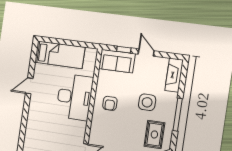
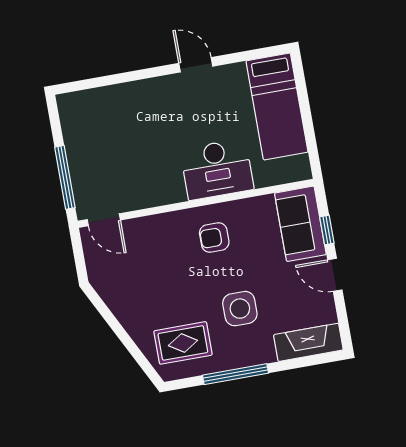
door: (146, 52) -> (335, 275), swing flipped
desk: (74, 97) -> (217, 169), width x0.73, depth x0.77

